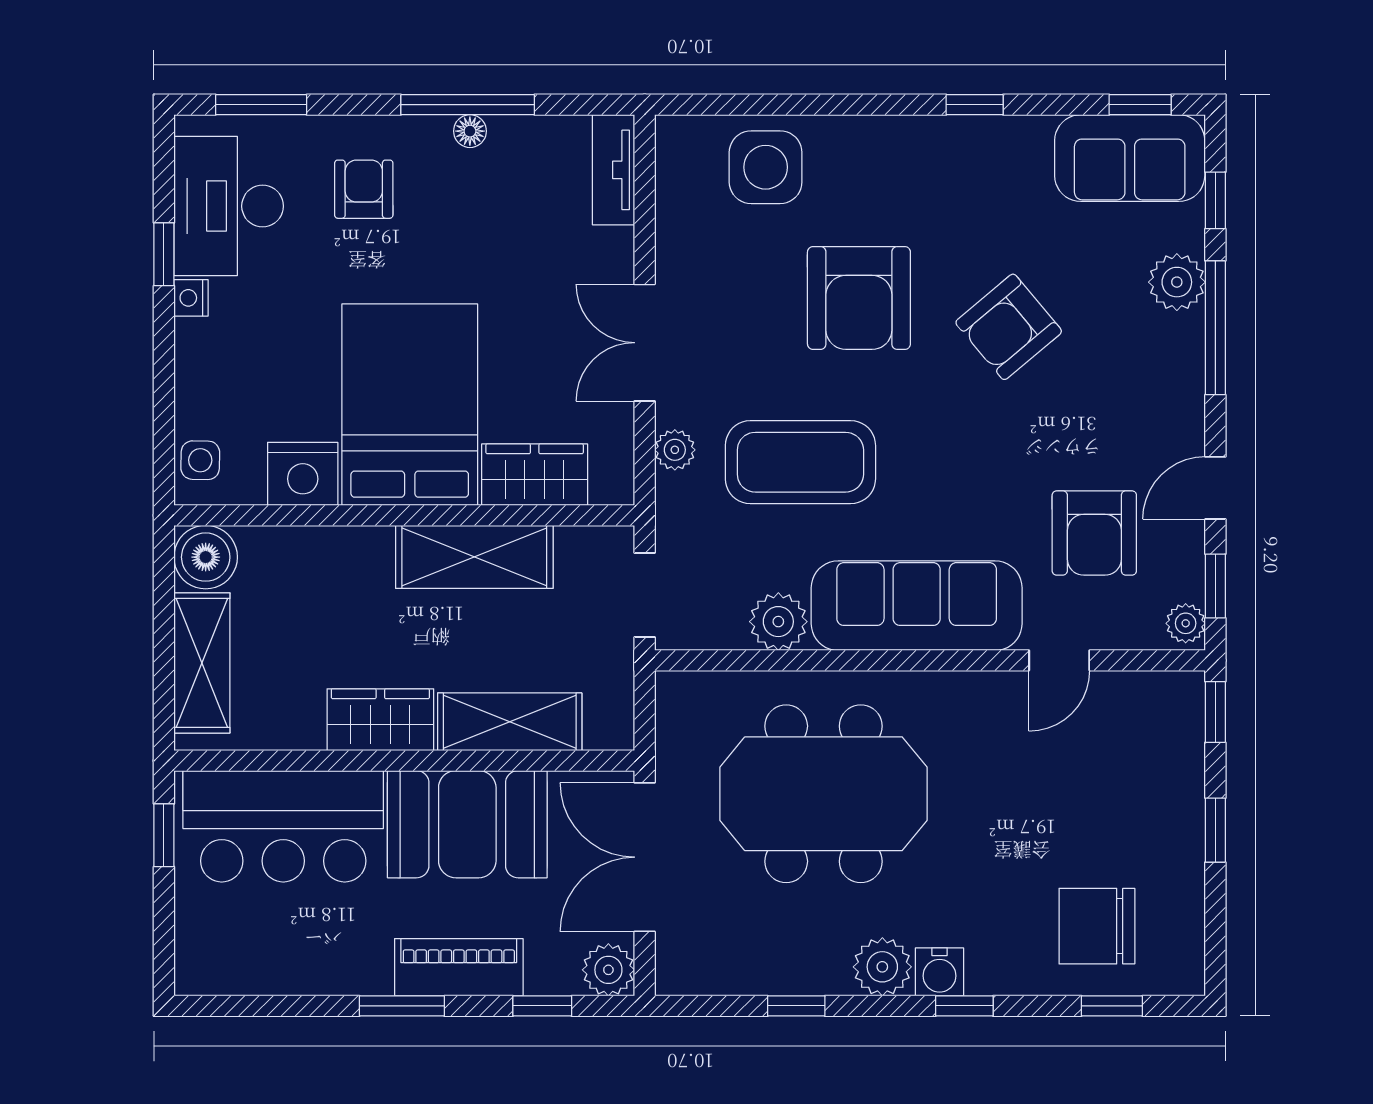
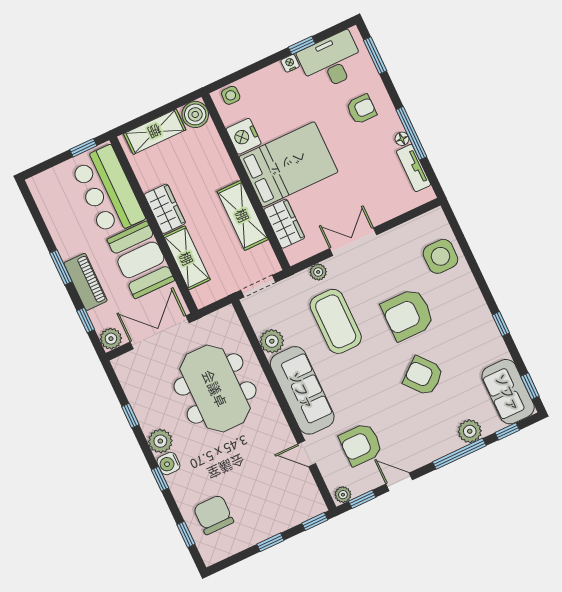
tv unit: (613, 170) -> (414, 168), moved, turned -90

